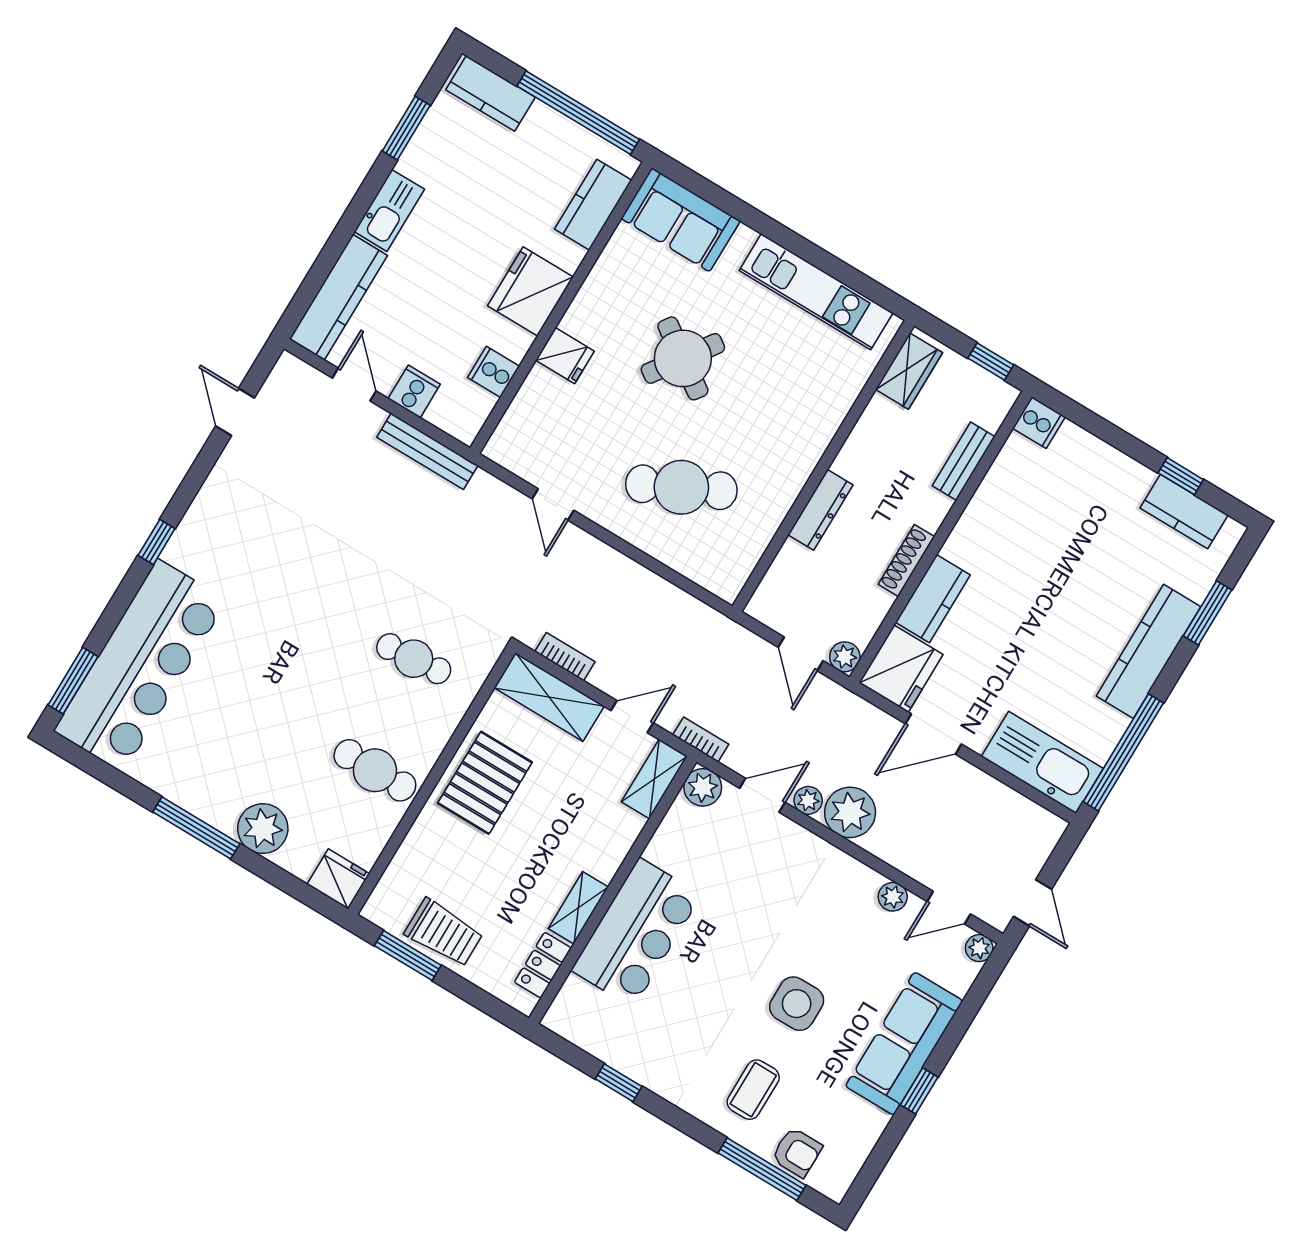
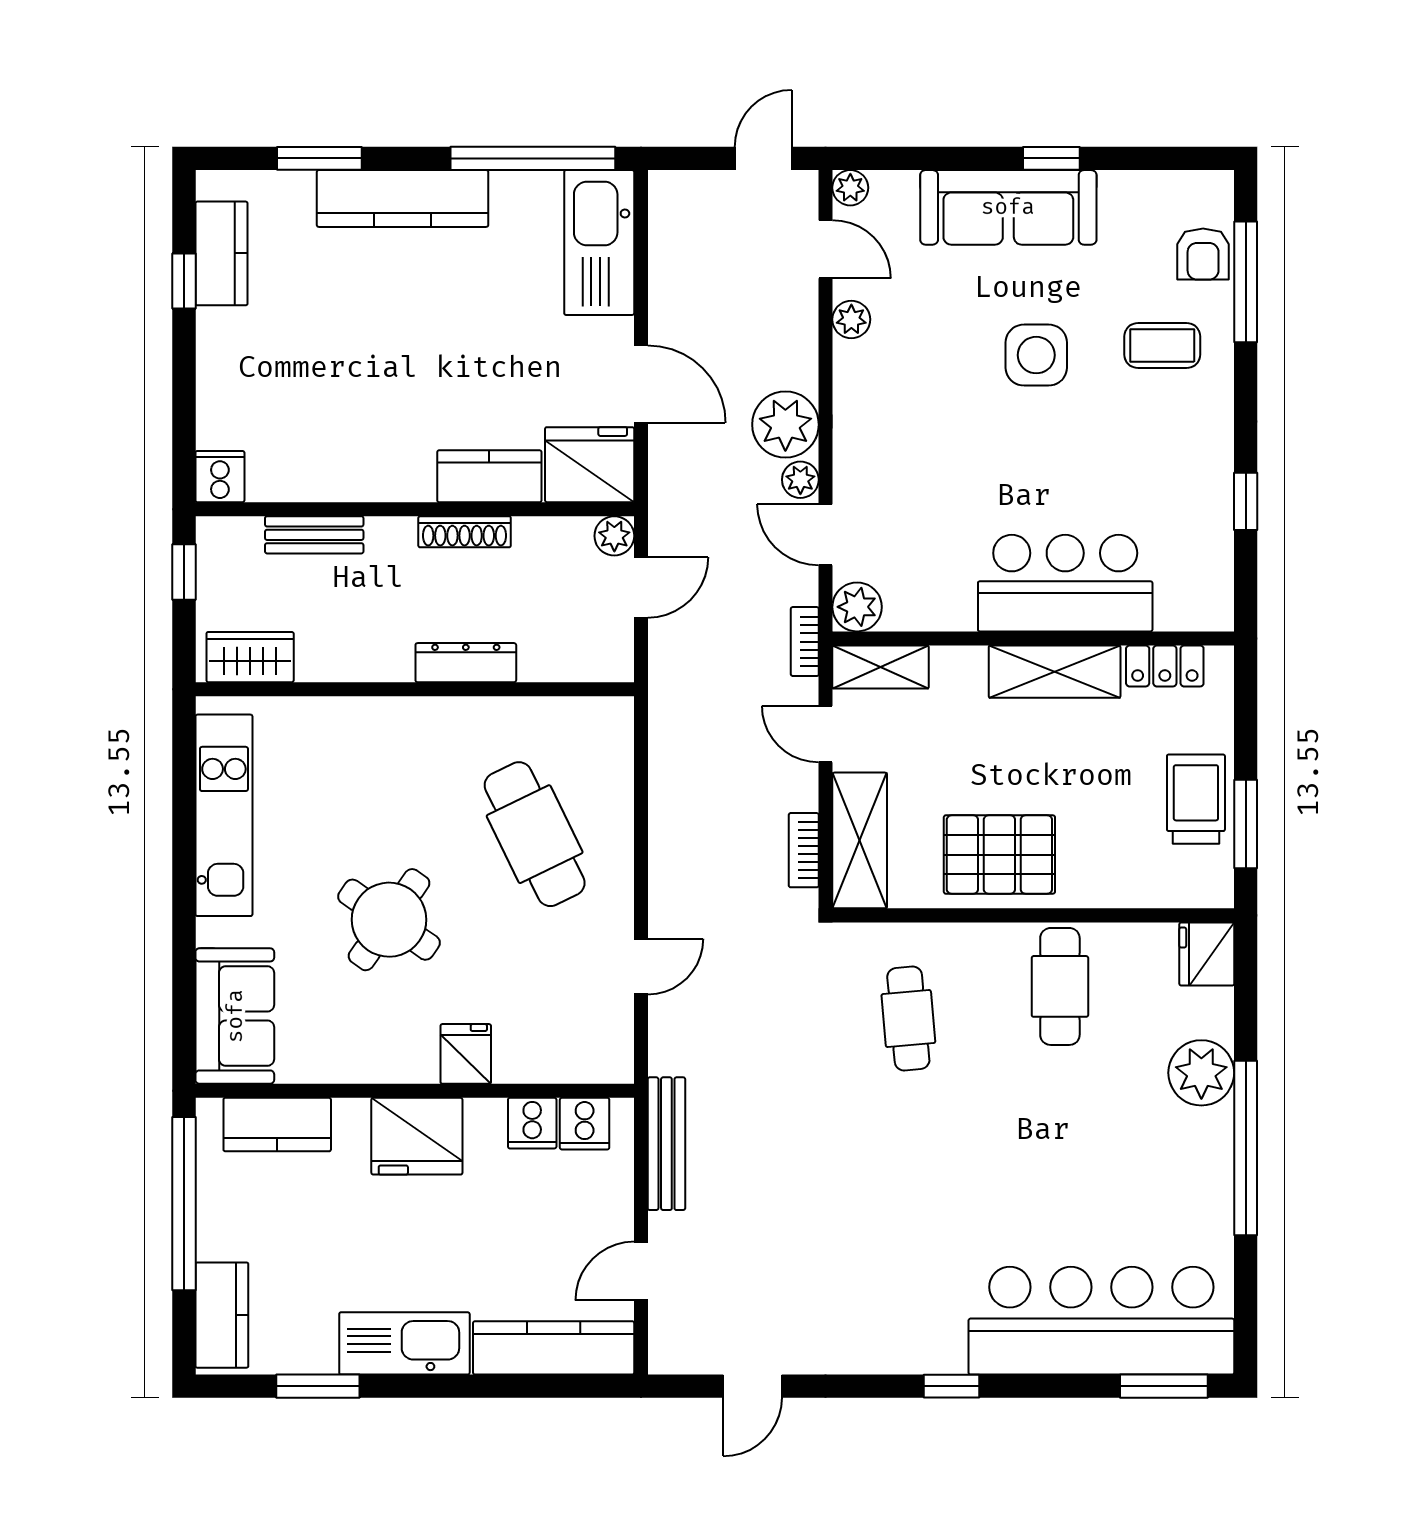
kitchen sink: (389, 210) -> (404, 1343), width x1.36, depth x1.24
cooker: (414, 391) -> (585, 1124), moved, turned -90
window: (196, 828) -> (1246, 1148), width x1.46
shelving: (578, 908) -> (1055, 672), width x1.50, depth x1.33
armchair: (797, 1152) -> (1203, 254), turned 180

